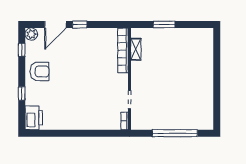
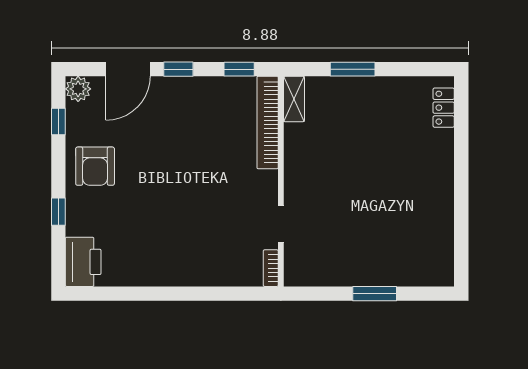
window: (109, 24) -> (239, 69), added
locker: (208, 43) -> (444, 108), added
shelving: (136, 49) -> (294, 99), moved
armchair: (39, 71) -> (95, 166), turned 90
window: (175, 133) -> (375, 294), width x0.47

